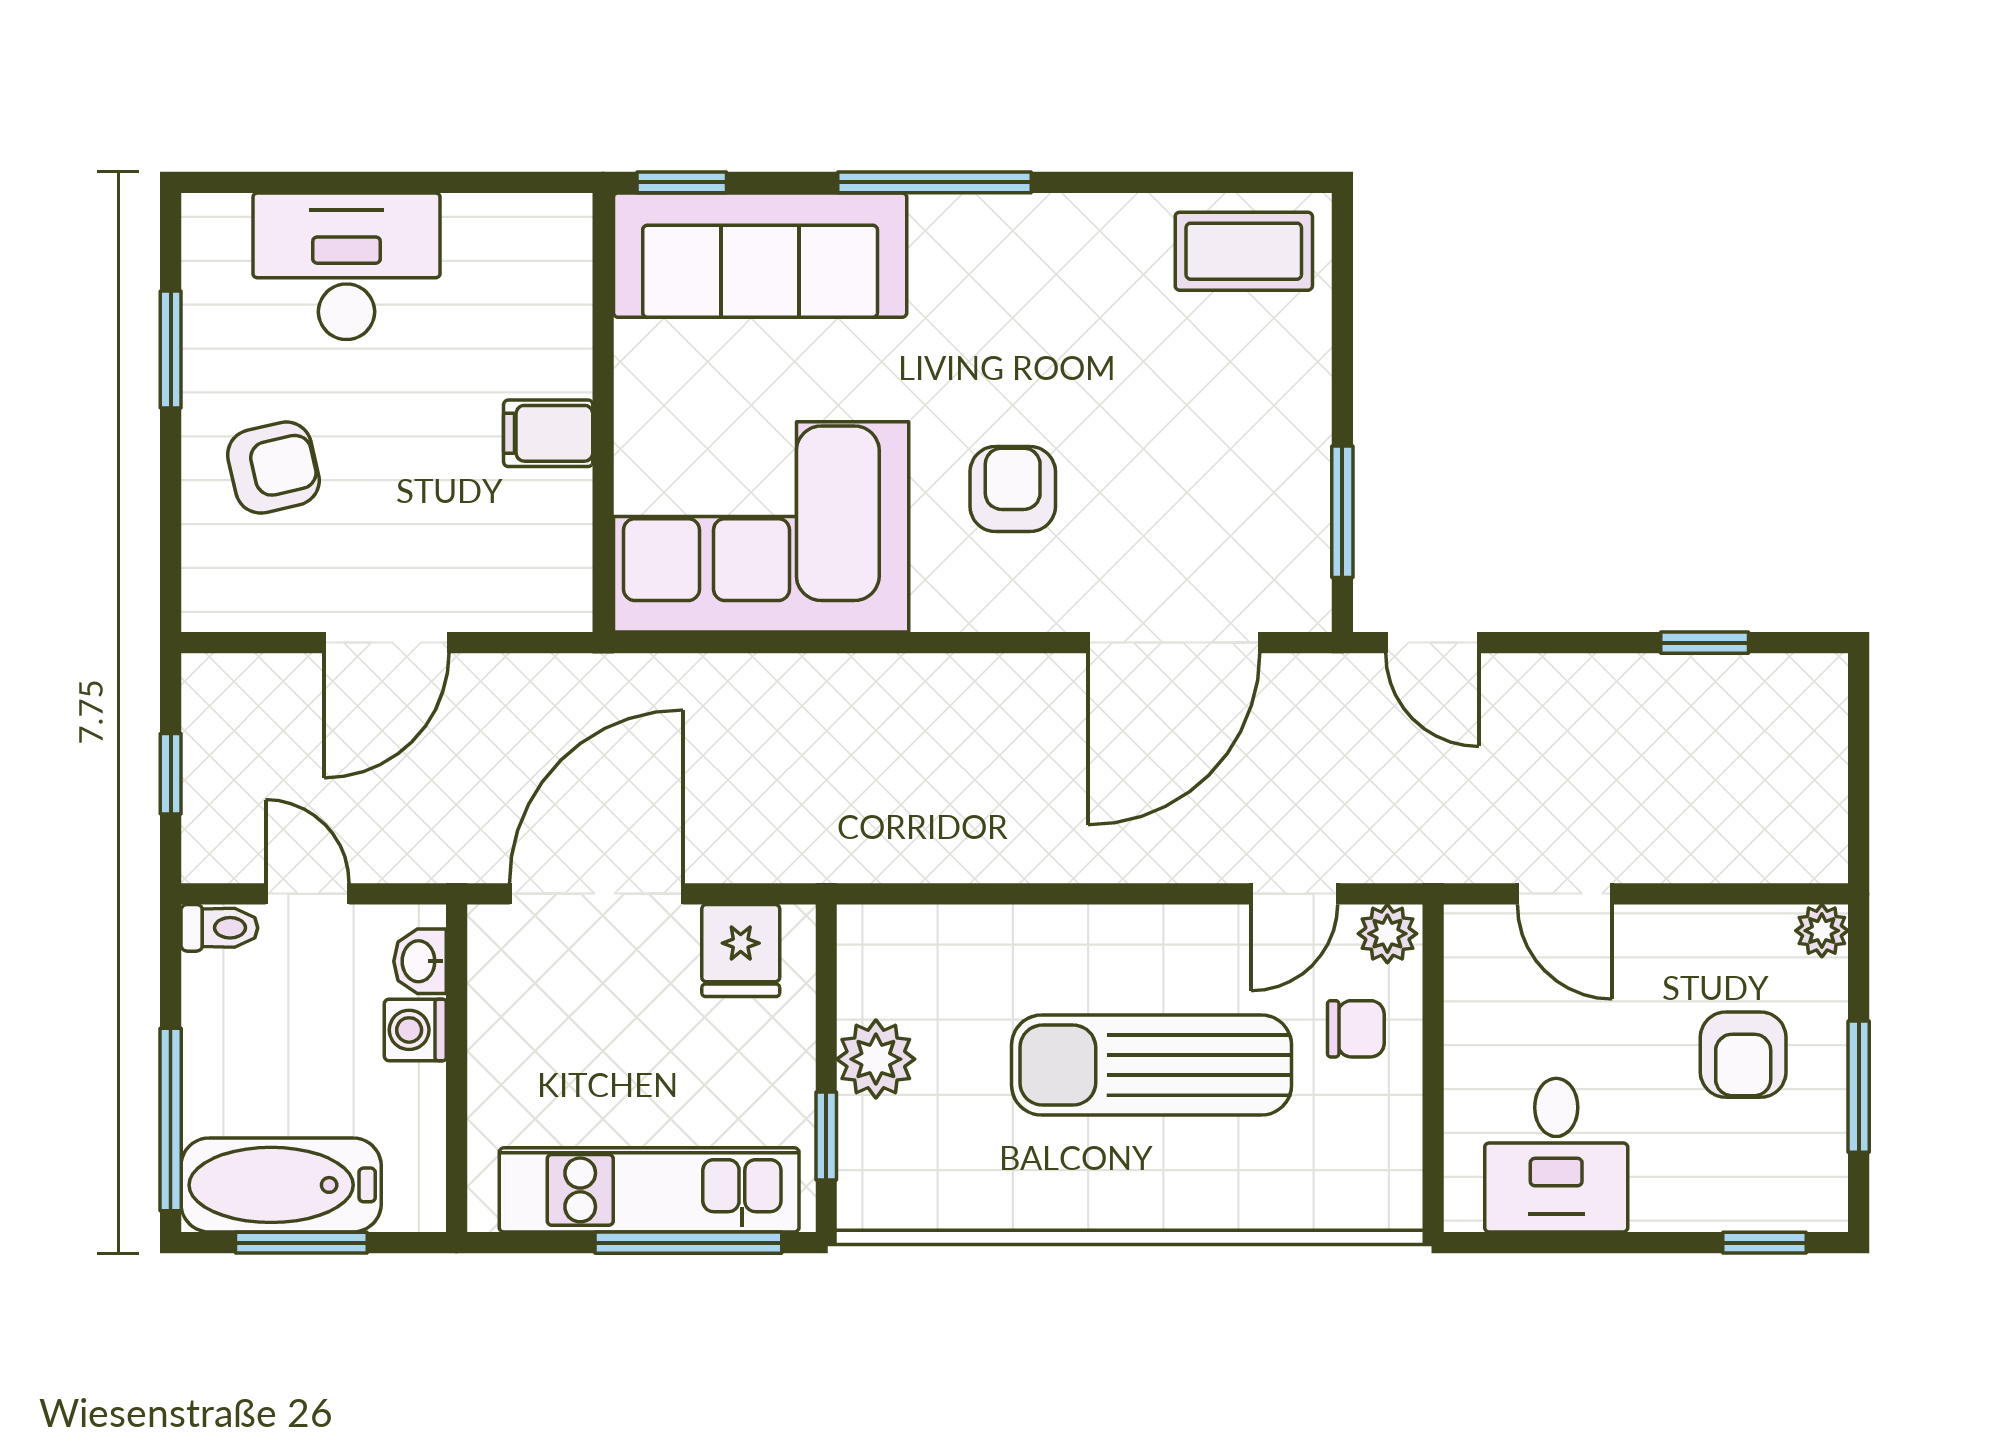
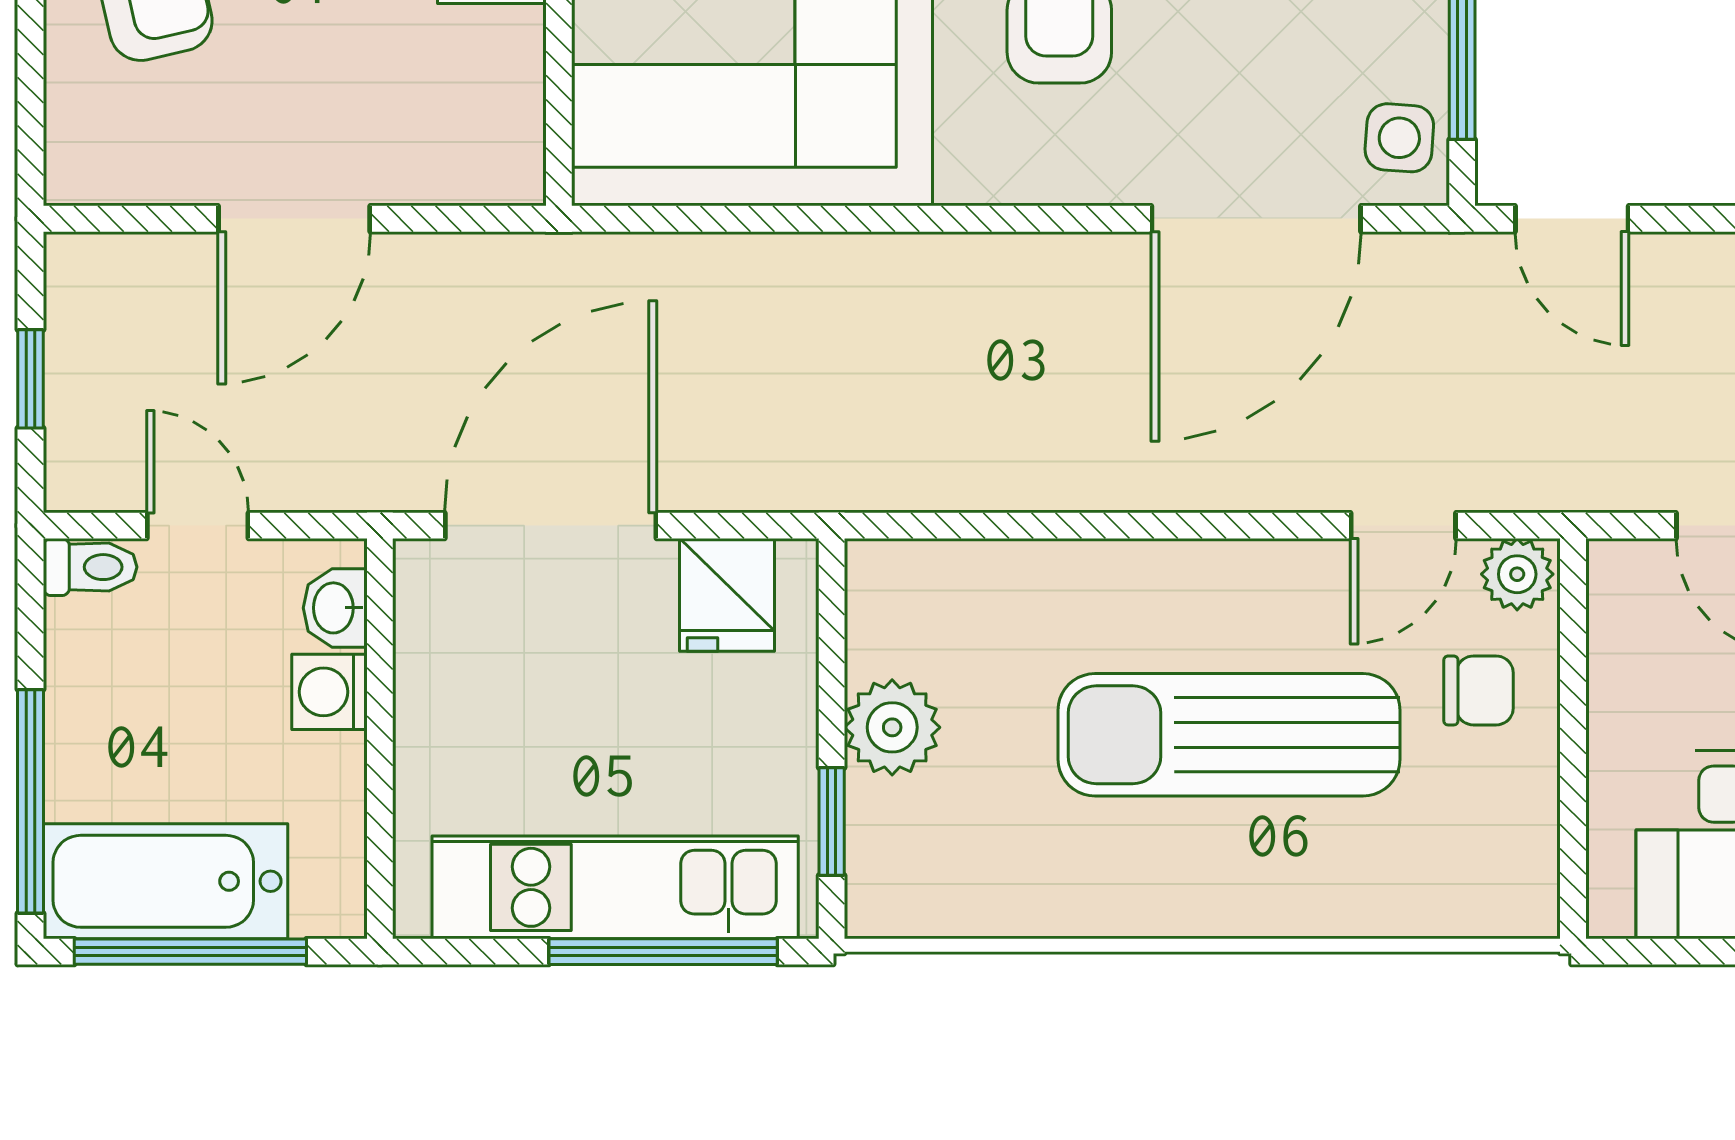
side table: (1291, 576) -> (1399, 138), added
window: (301, 1243) -> (190, 952), width x1.44

